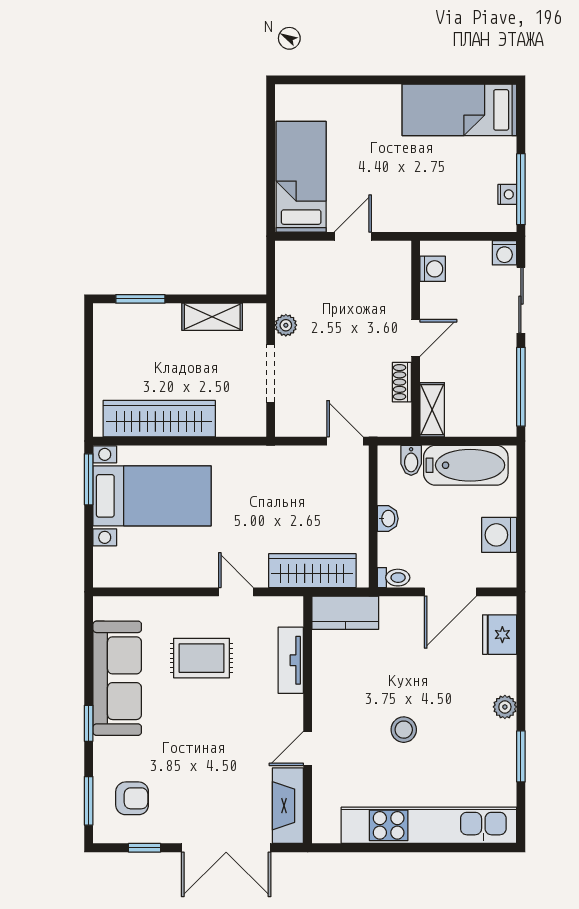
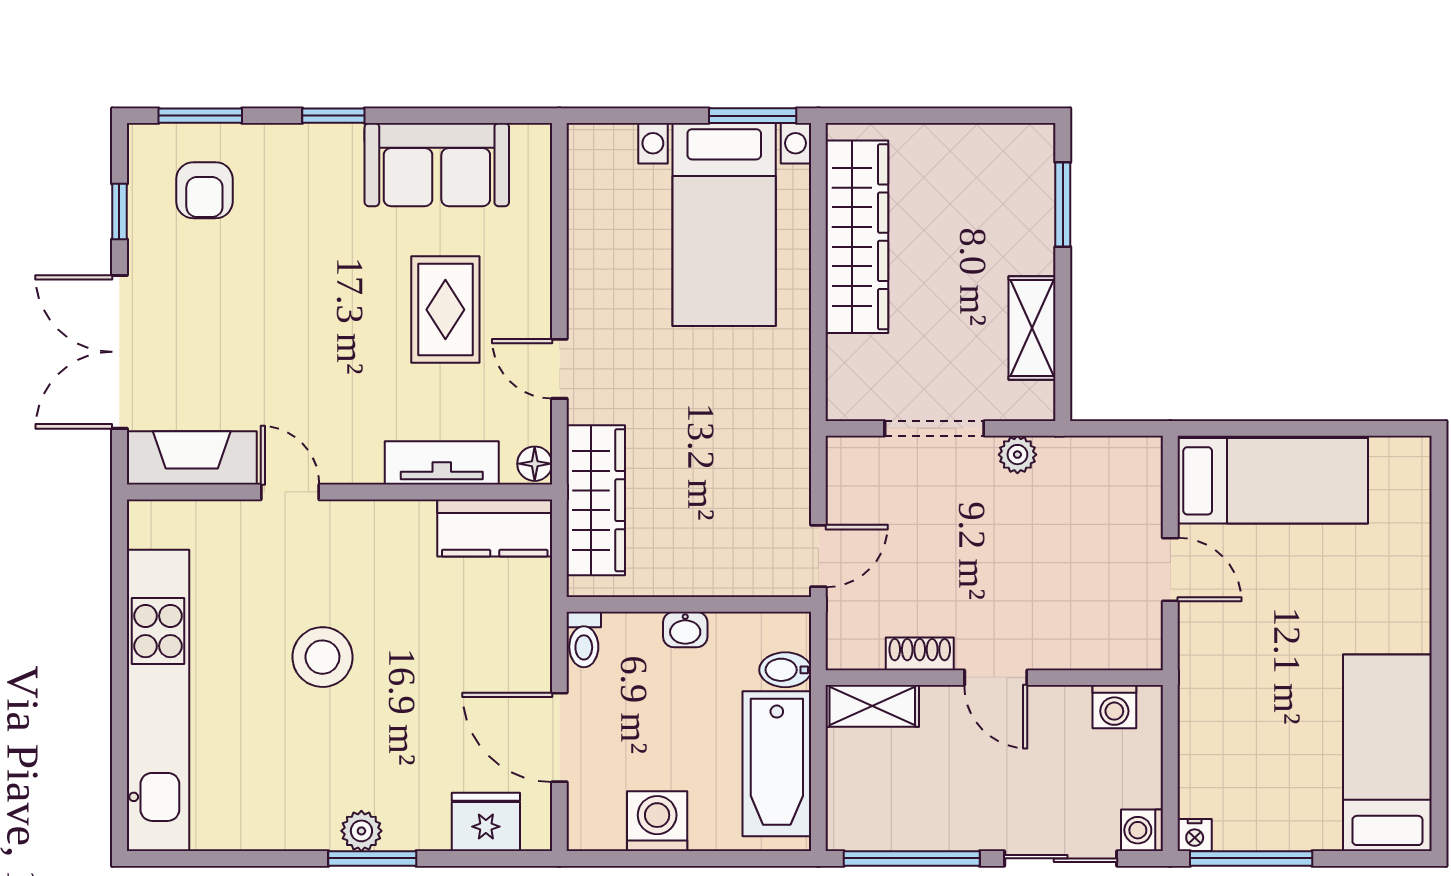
nightstand: (507, 194) -> (1195, 835), moved
door: (236, 592) -> (559, 369), swing flipped
floor lamp: (291, 606) -> (535, 464), added
kitchen counter: (345, 613) -> (495, 528), moved, turned -90
sofa: (117, 678) -> (437, 165), width x0.73
stool: (404, 730) -> (322, 657), width x1.38, depth x1.38
window: (521, 756) -> (372, 858), moved

